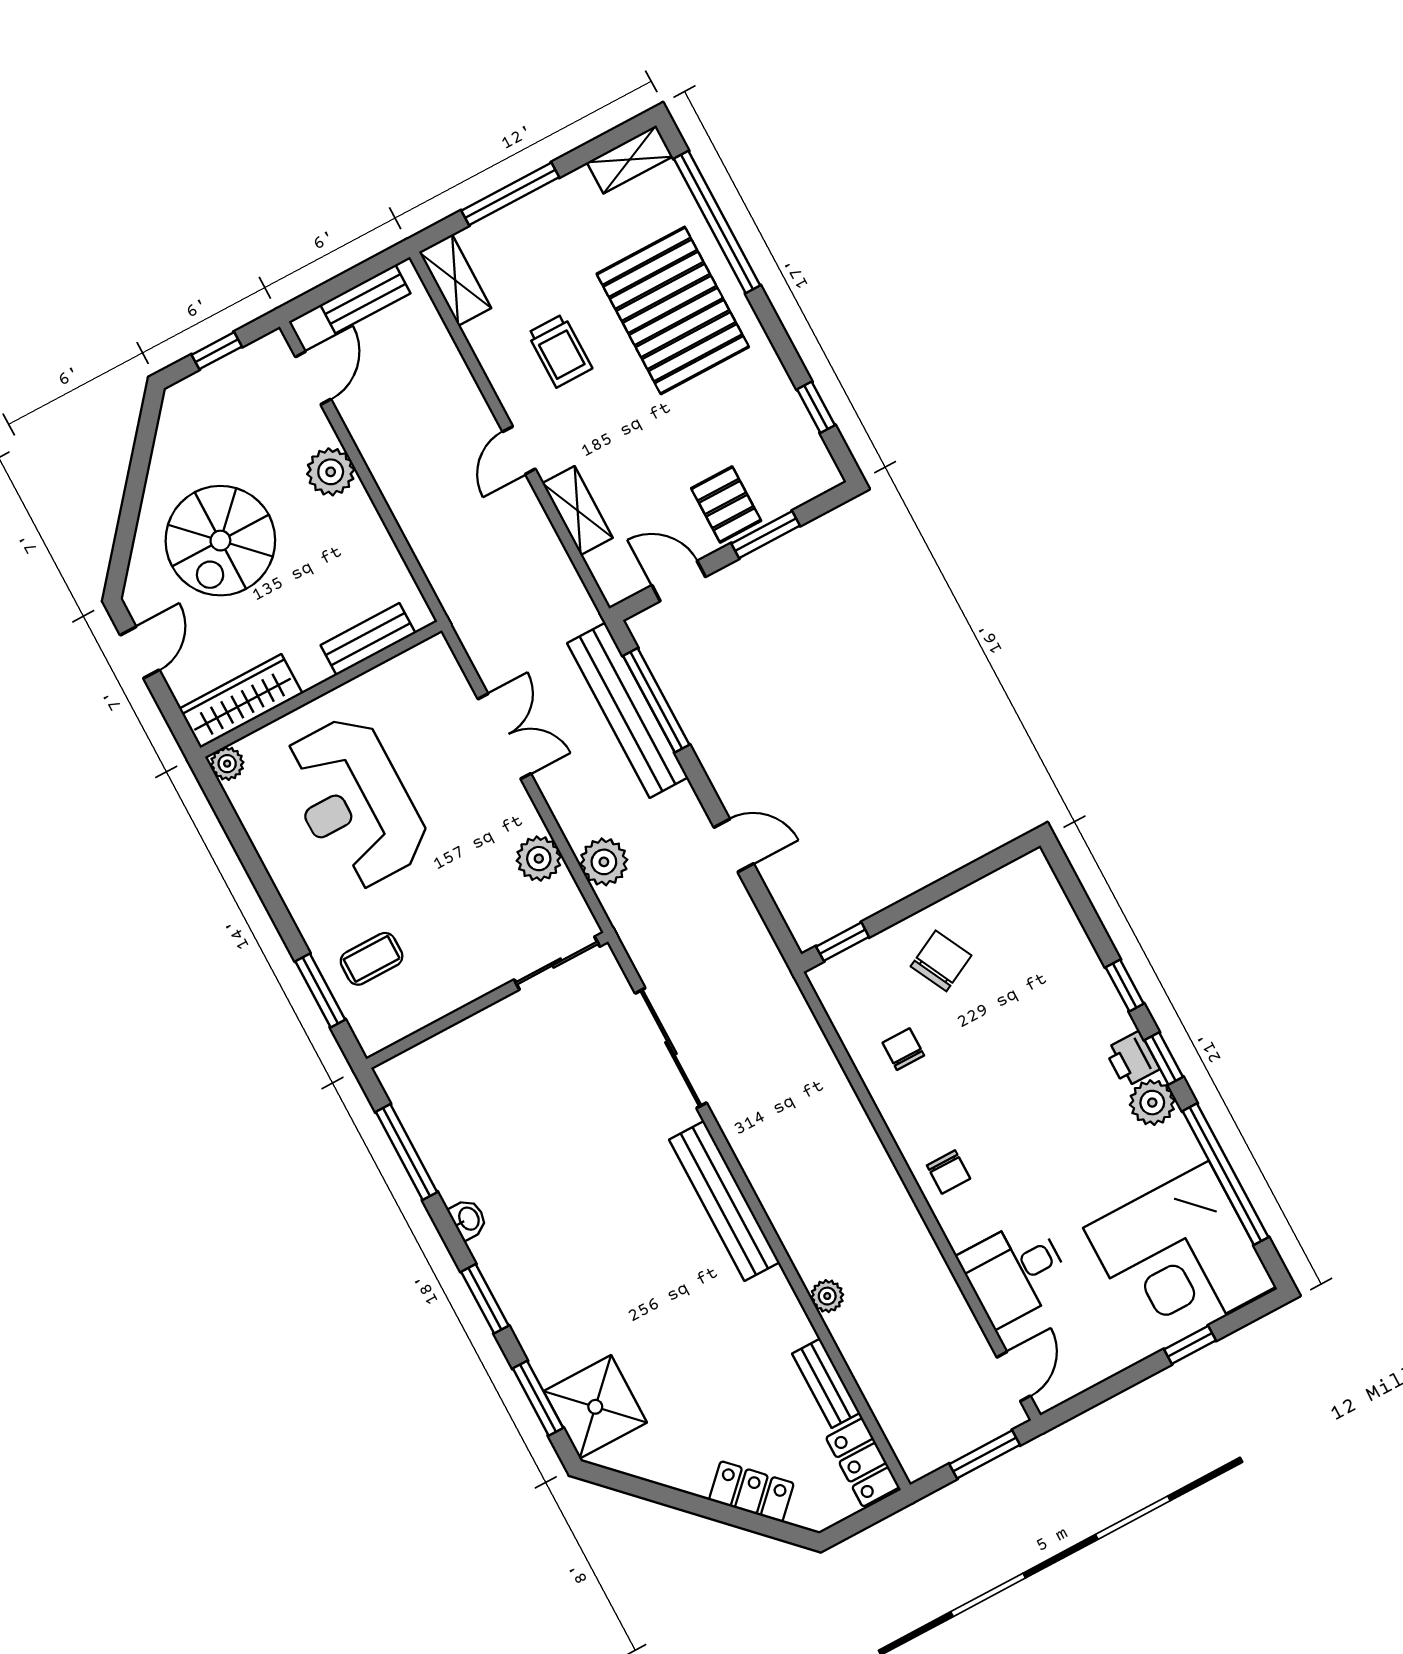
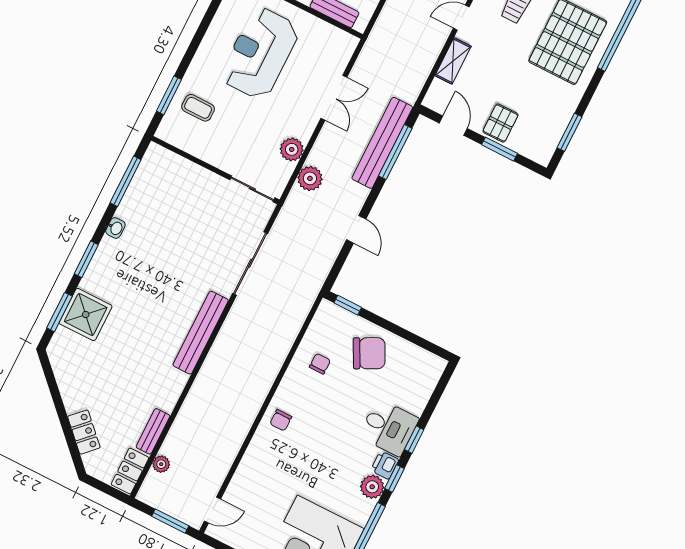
window: (816, 407) -> (569, 132), width x1.50
chair: (941, 961) -> (369, 353), width x1.37, depth x1.37
desk: (1015, 1272) -> (389, 427), moved, turned 180
plant: (827, 1296) -> (161, 464), moved
shower: (595, 1407) -> (86, 315), moved

